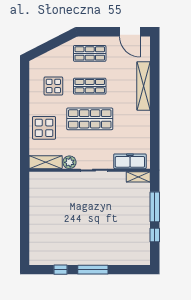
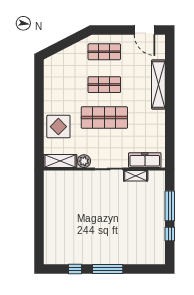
display table: (53, 86) -> (68, 85), removed
shelving: (138, 177) -> (136, 176), moved

